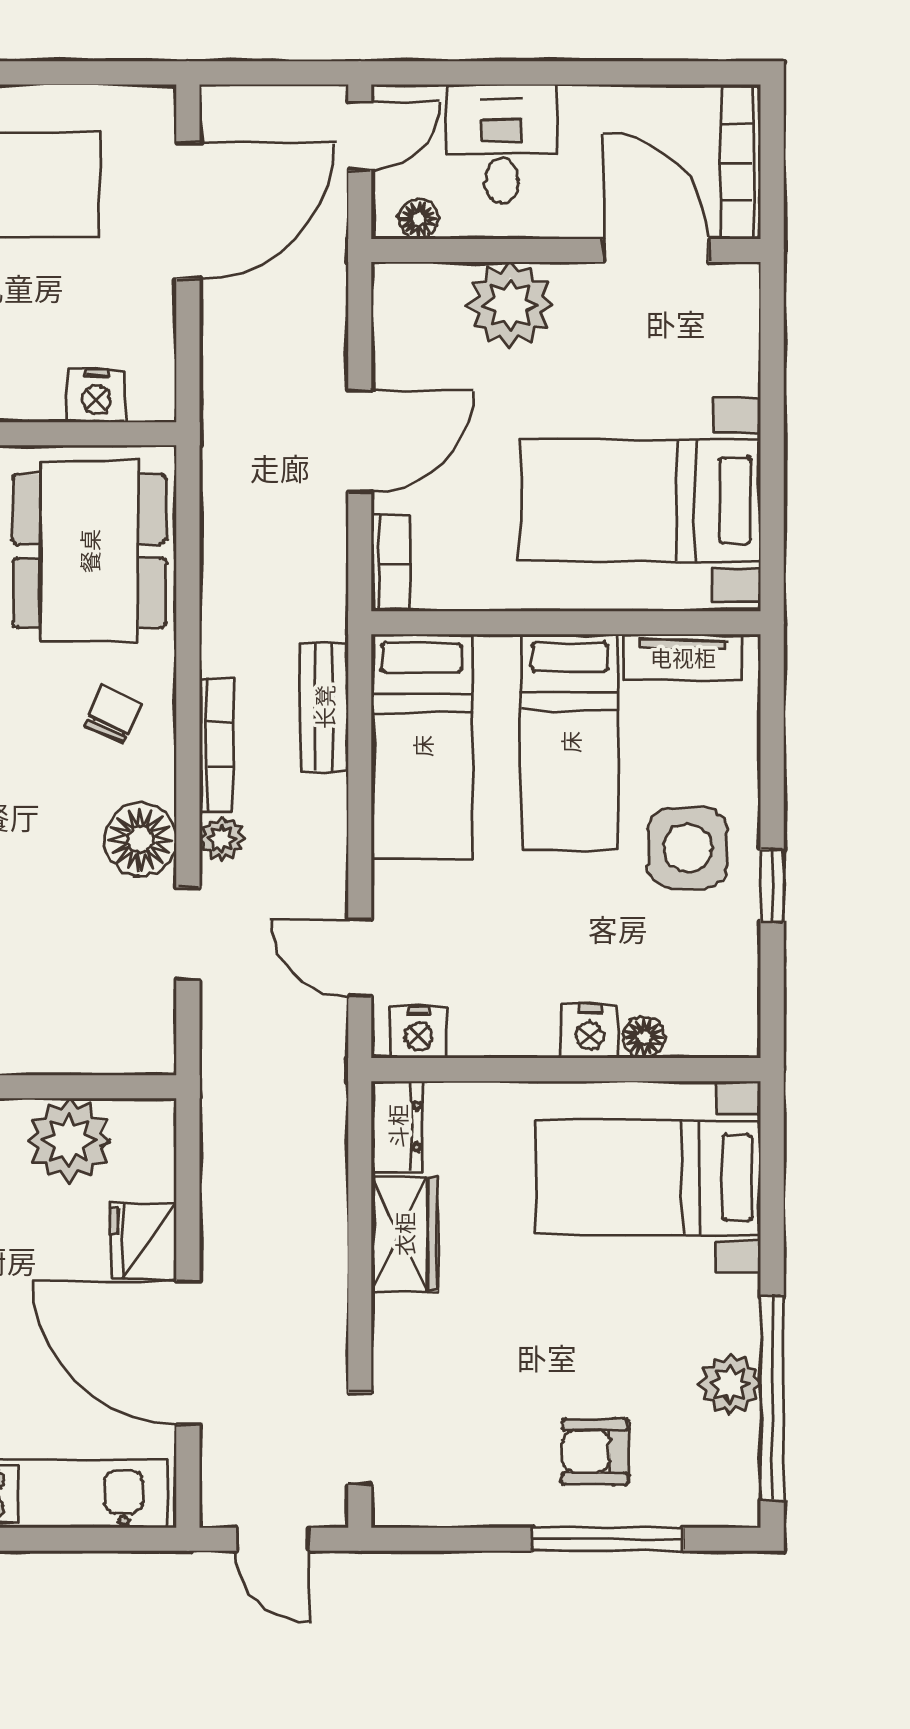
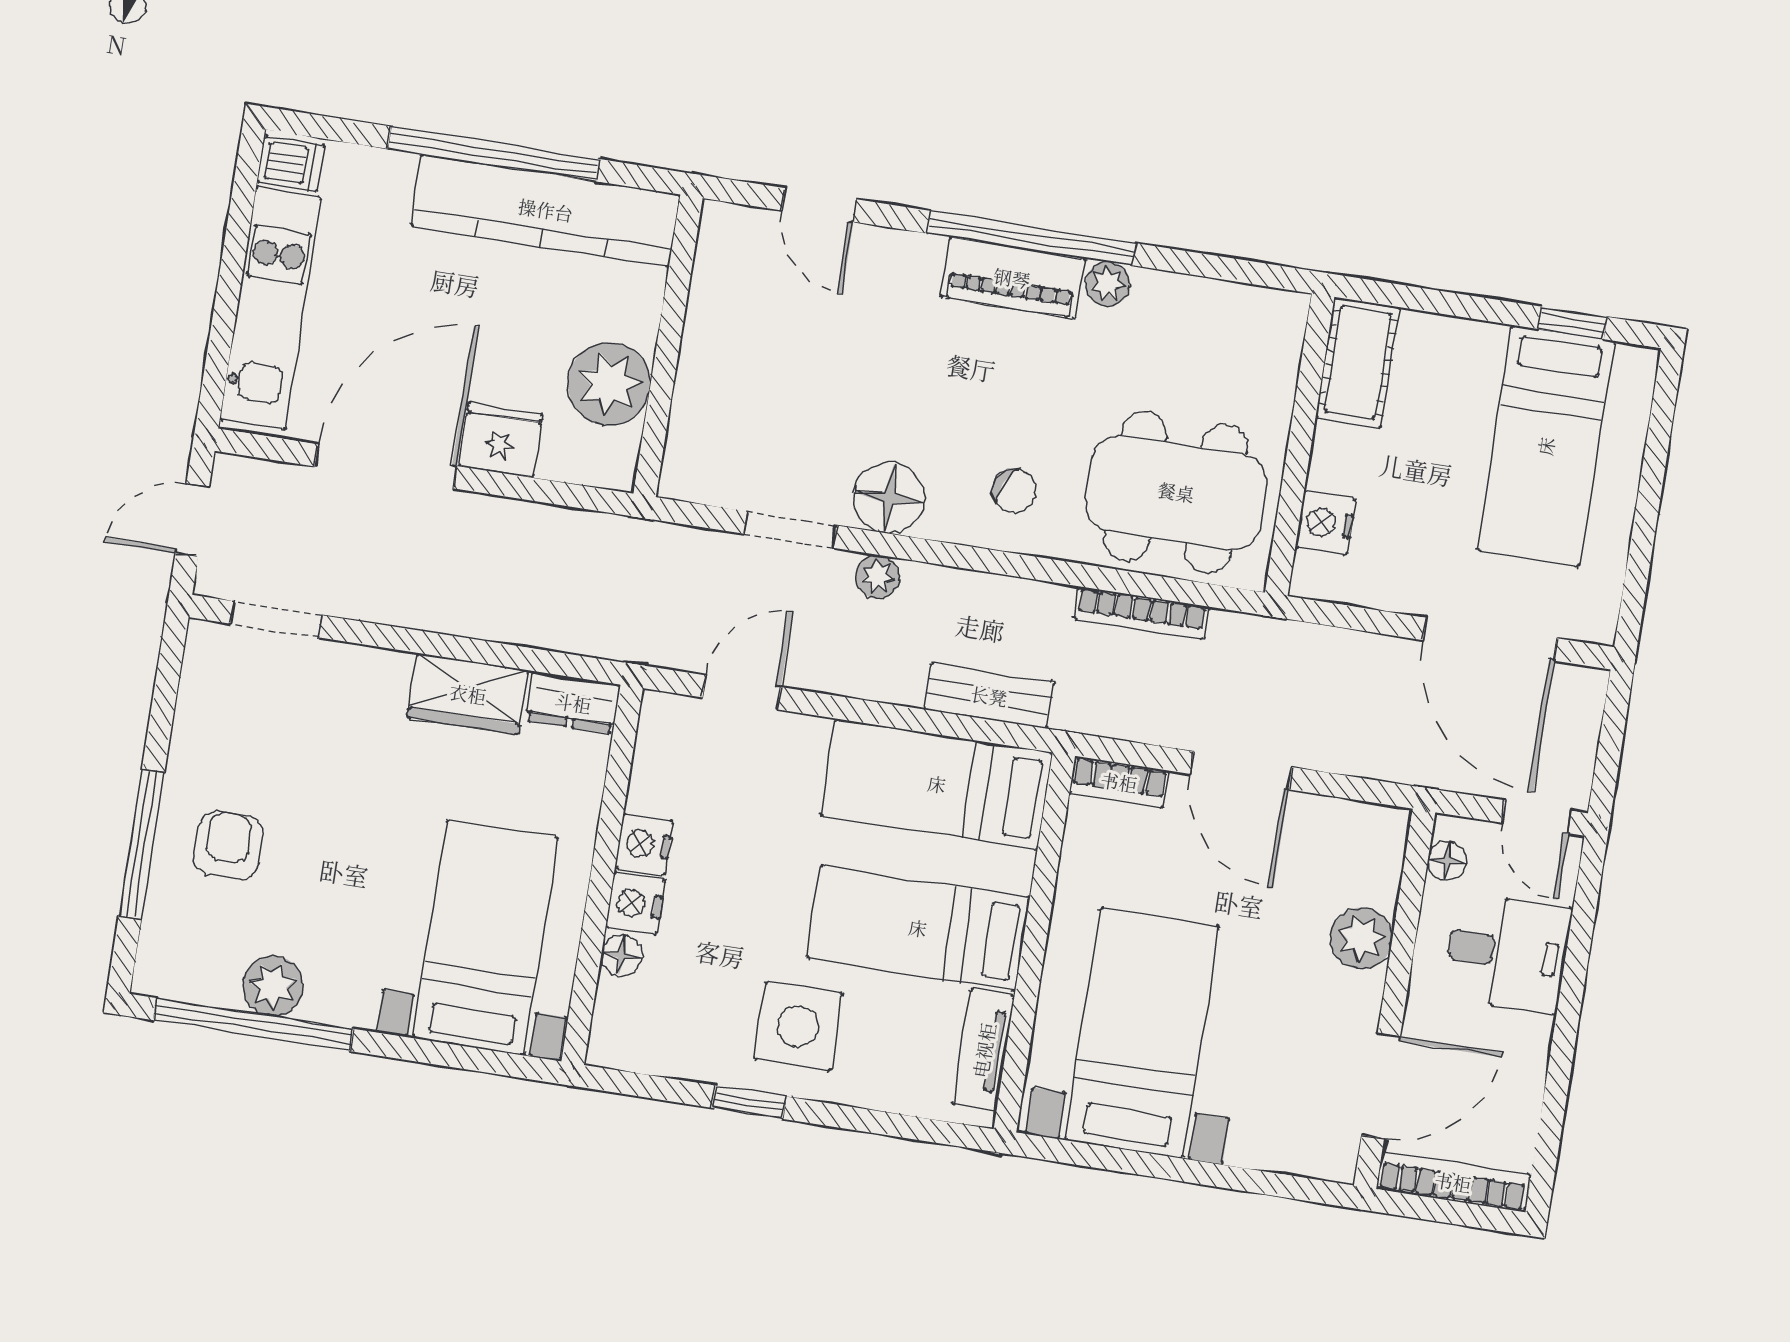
plant: (510, 305) -> (1361, 938), width x0.73, depth x0.73
bookcase: (217, 745) -> (1141, 613), moved
nightstand: (419, 1032) -> (644, 844), moved

